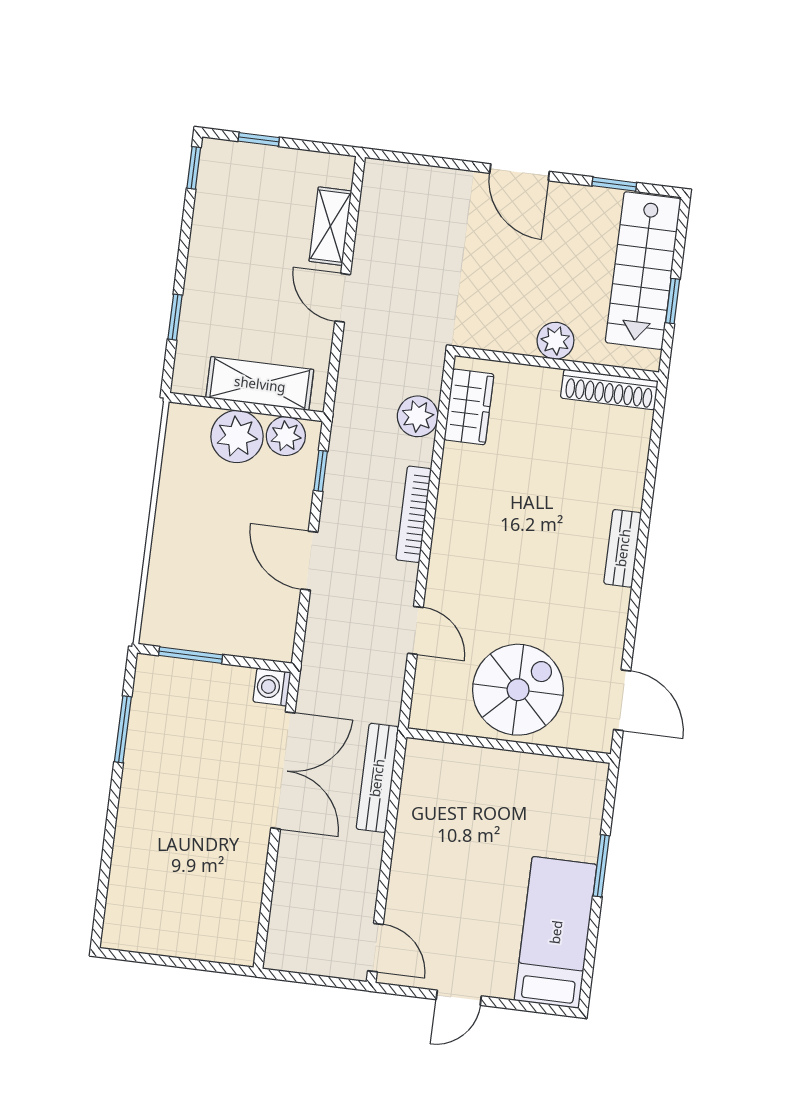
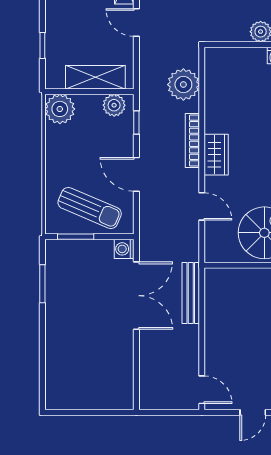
wardrobe: (469, 407) -> (216, 155), moved
plant: (418, 416) -> (183, 85), width x1.36, depth x1.36
plant: (237, 437) -> (60, 109), moved
sun lounger: (221, 609) -> (90, 208), added

